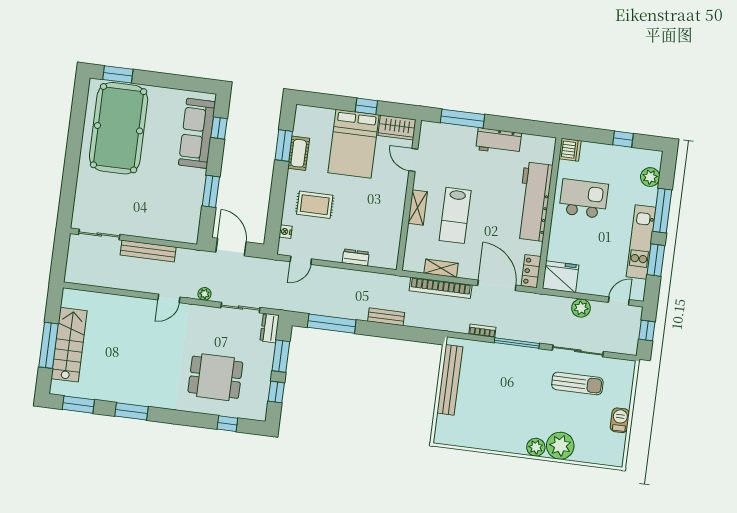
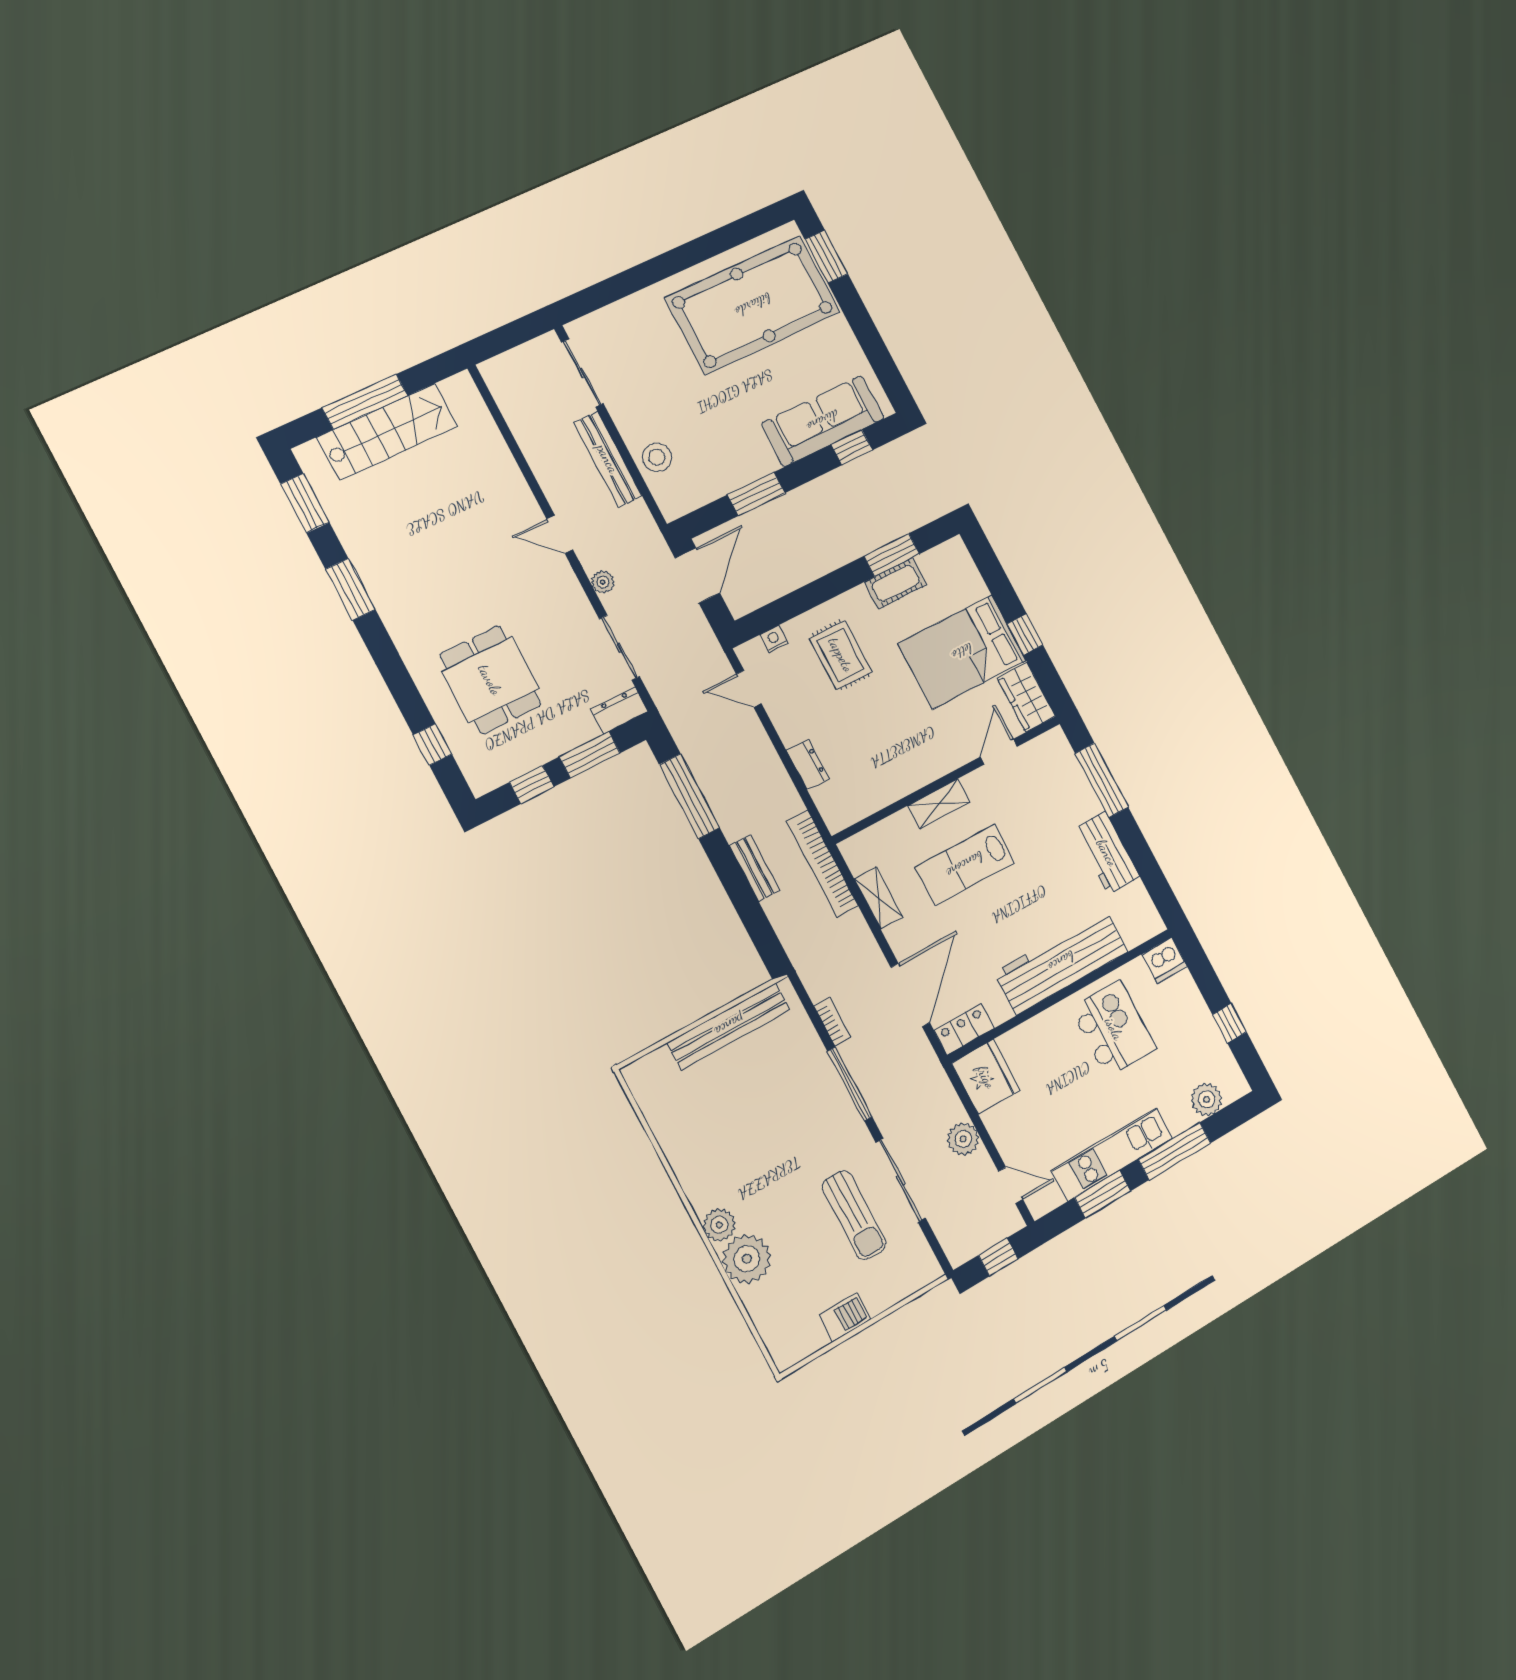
stool: (162, 227) -> (657, 457), added
bookcase: (441, 288) -> (822, 864), moved

